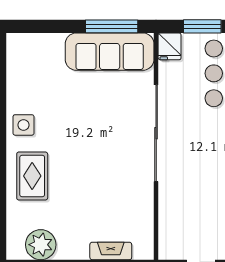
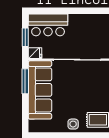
sofa: (110, 52) -> (40, 90), width x1.36, depth x1.27

